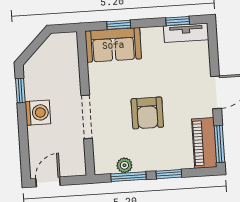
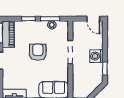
door: (48, 182) -> (93, 19), hinge flipped

